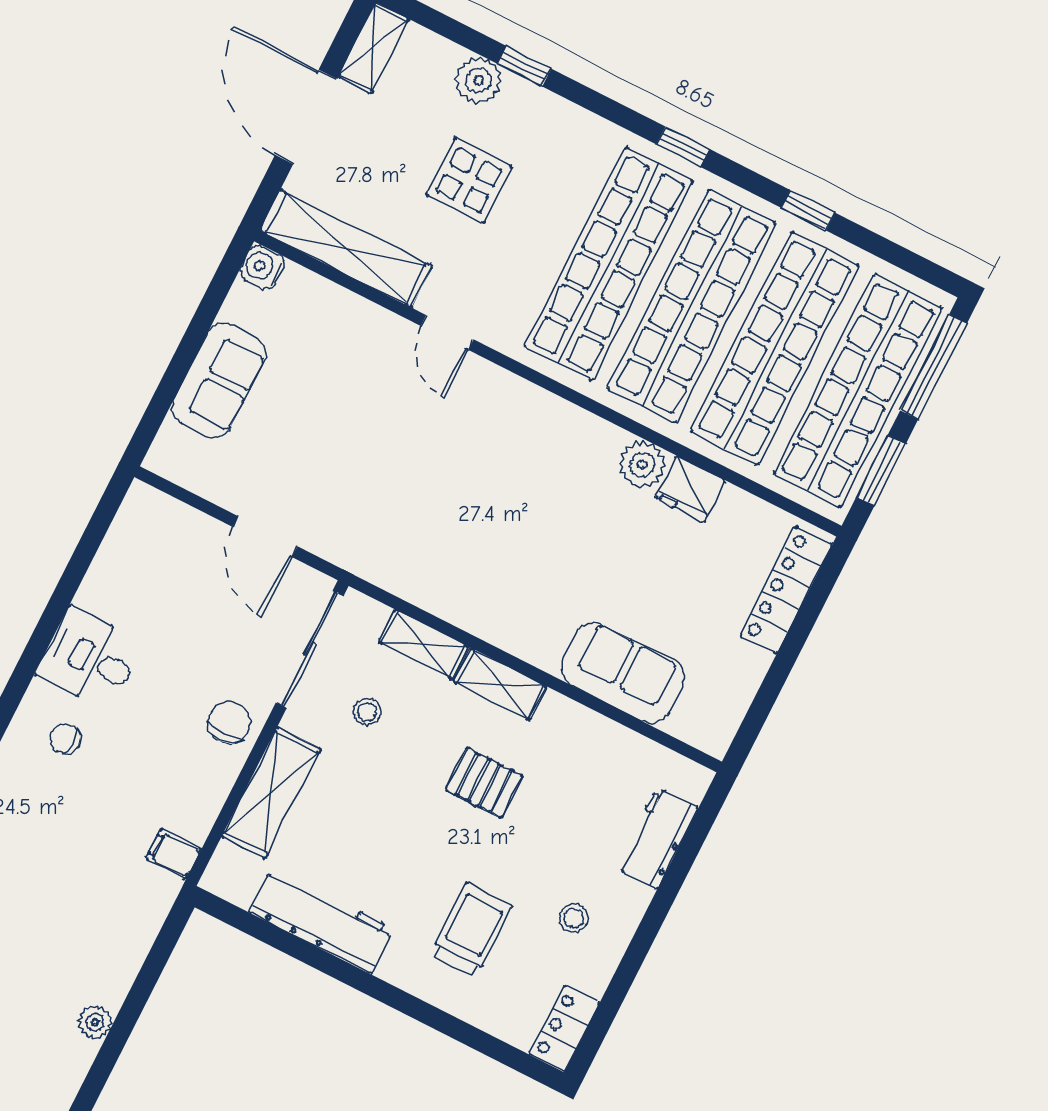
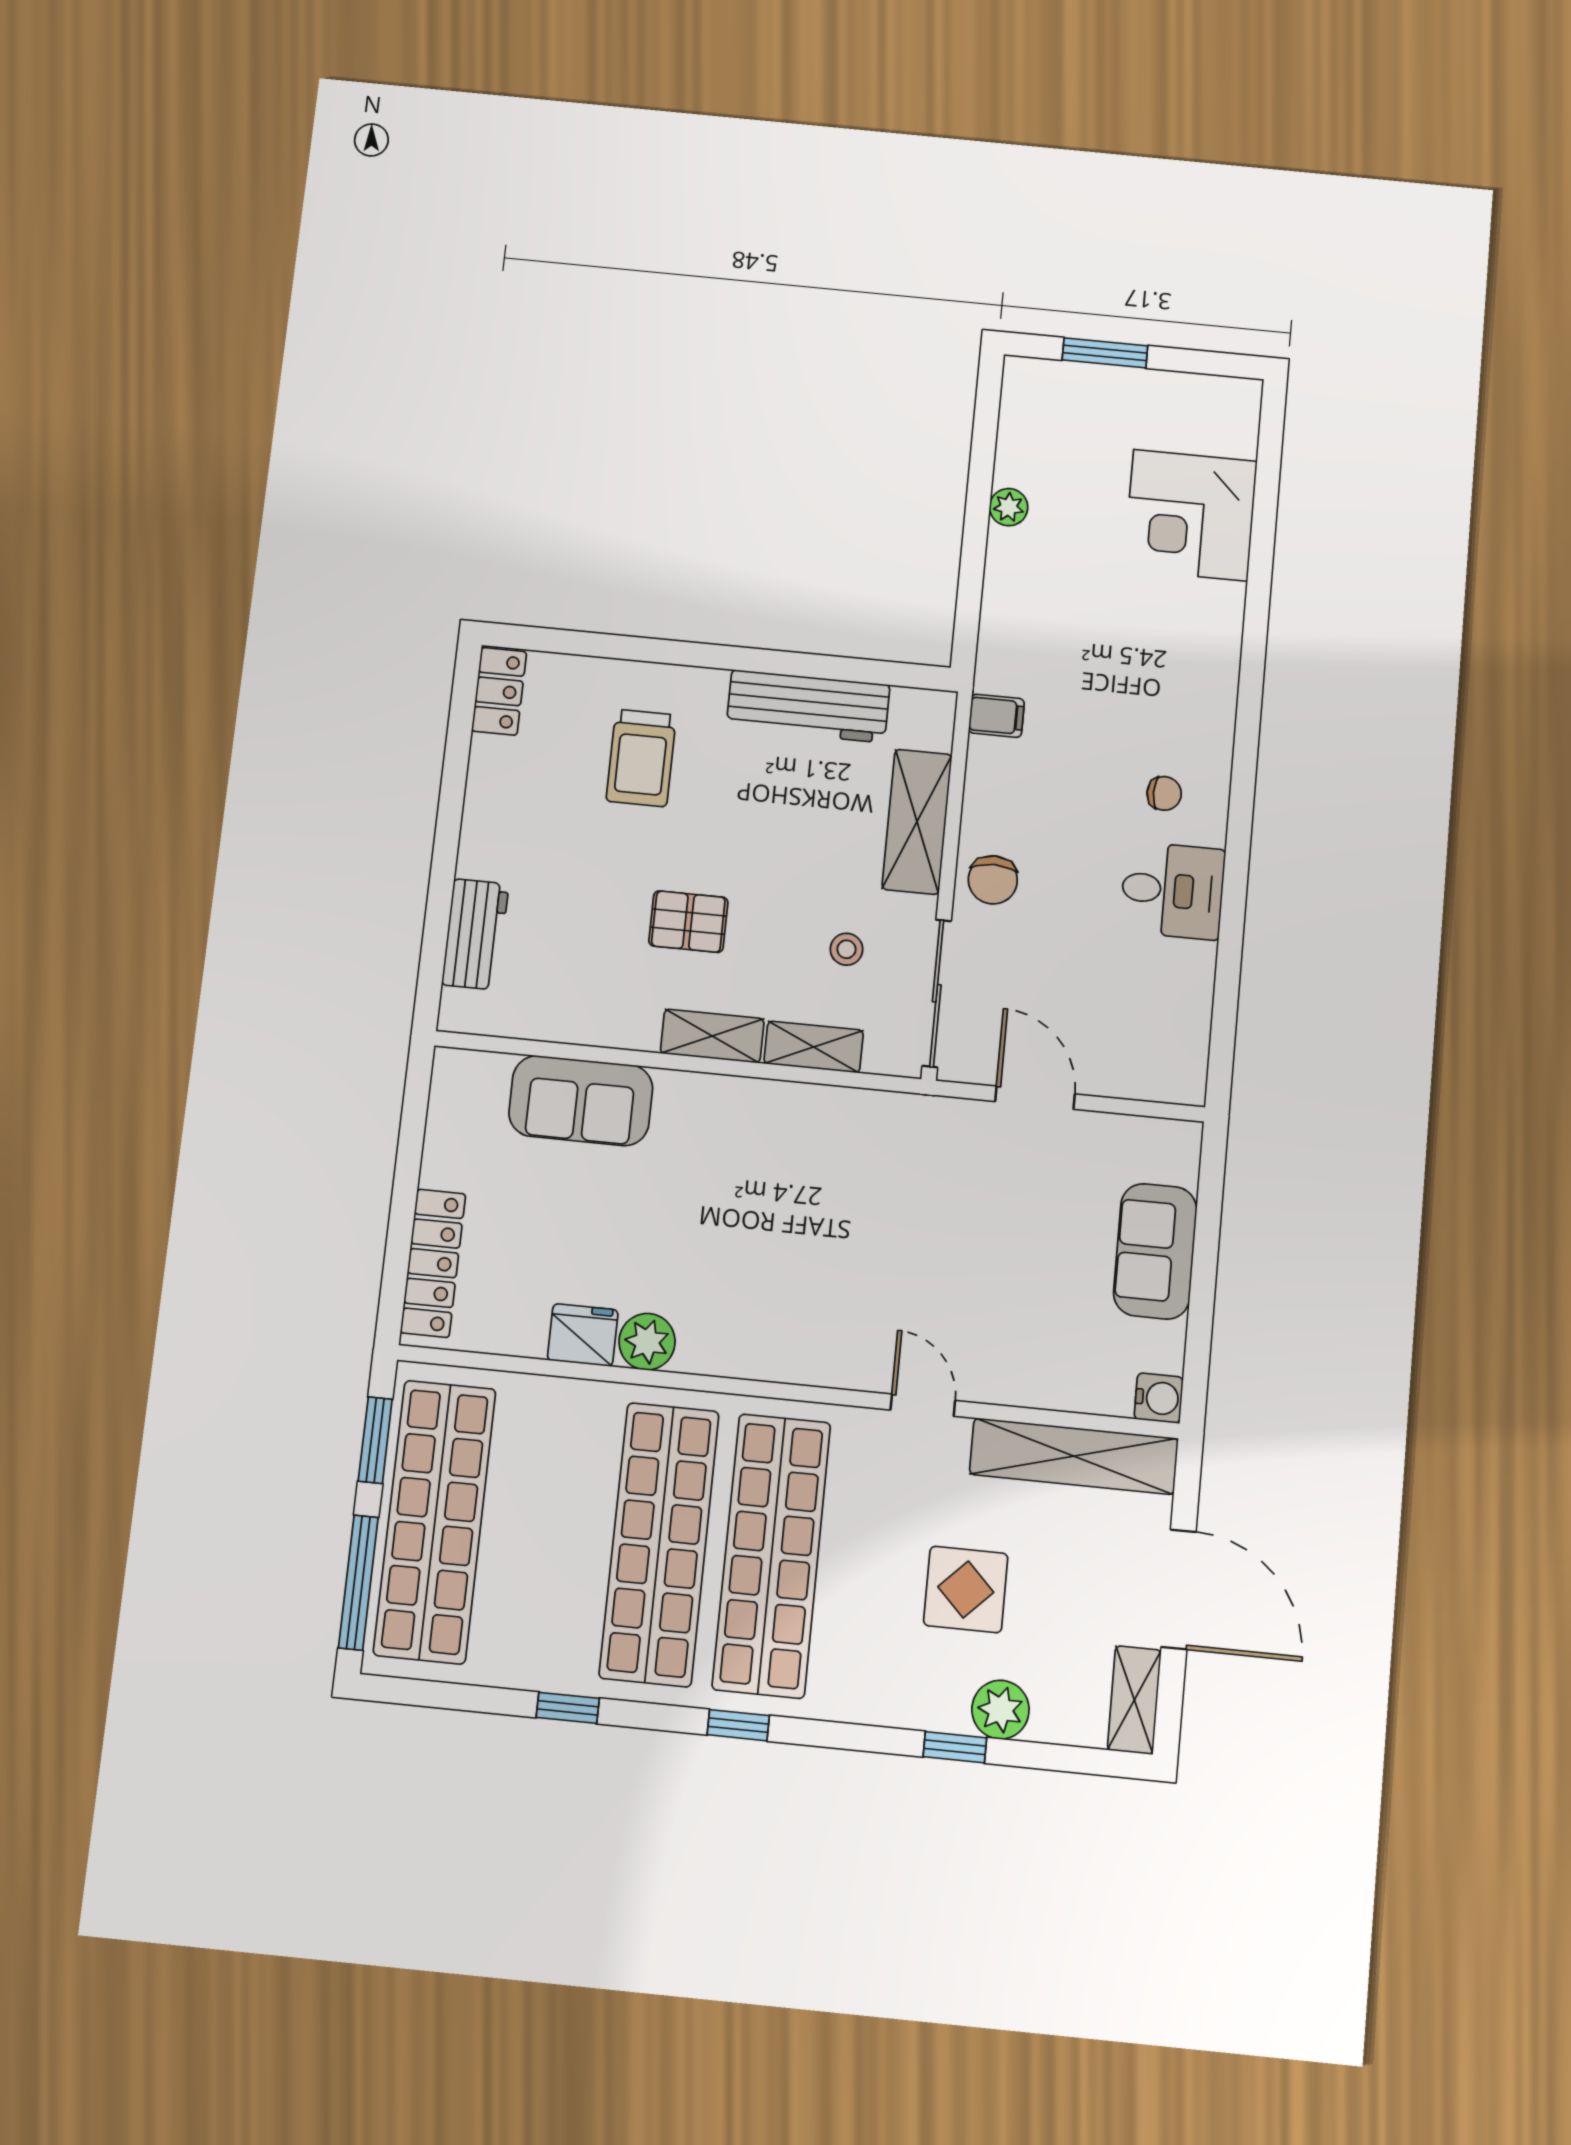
shop shelf: (775, 348) -> (547, 1533), removed
stool: (574, 918) -> (534, 813), removed

